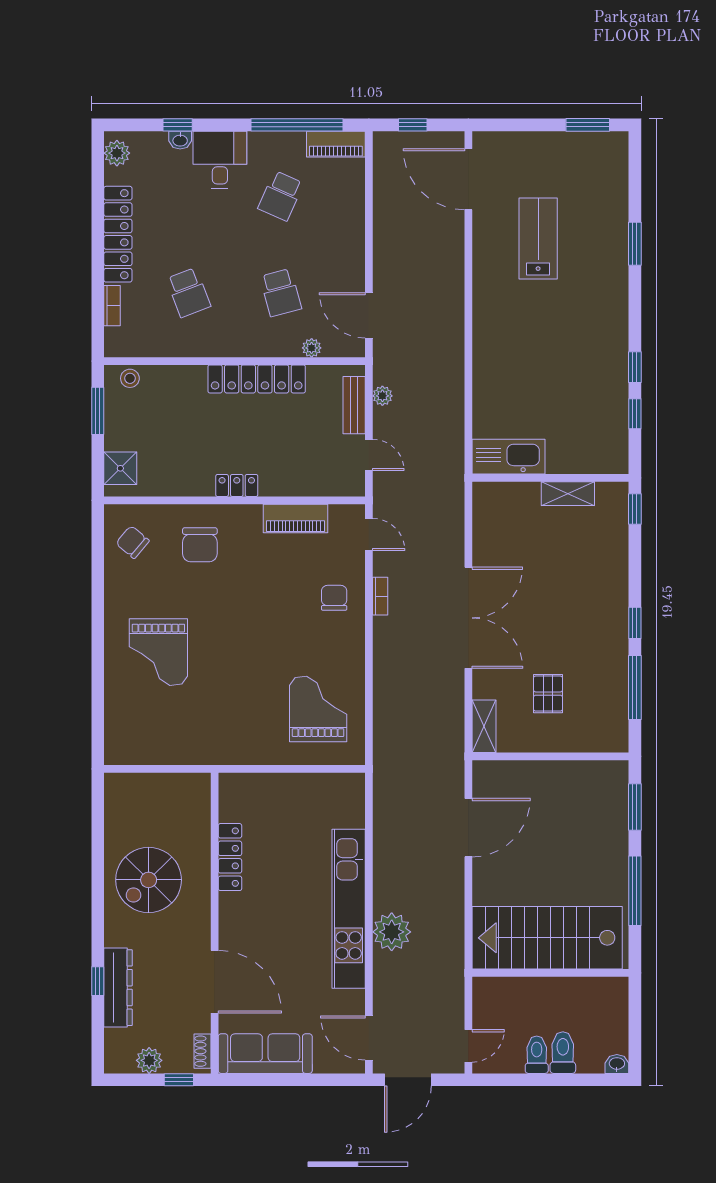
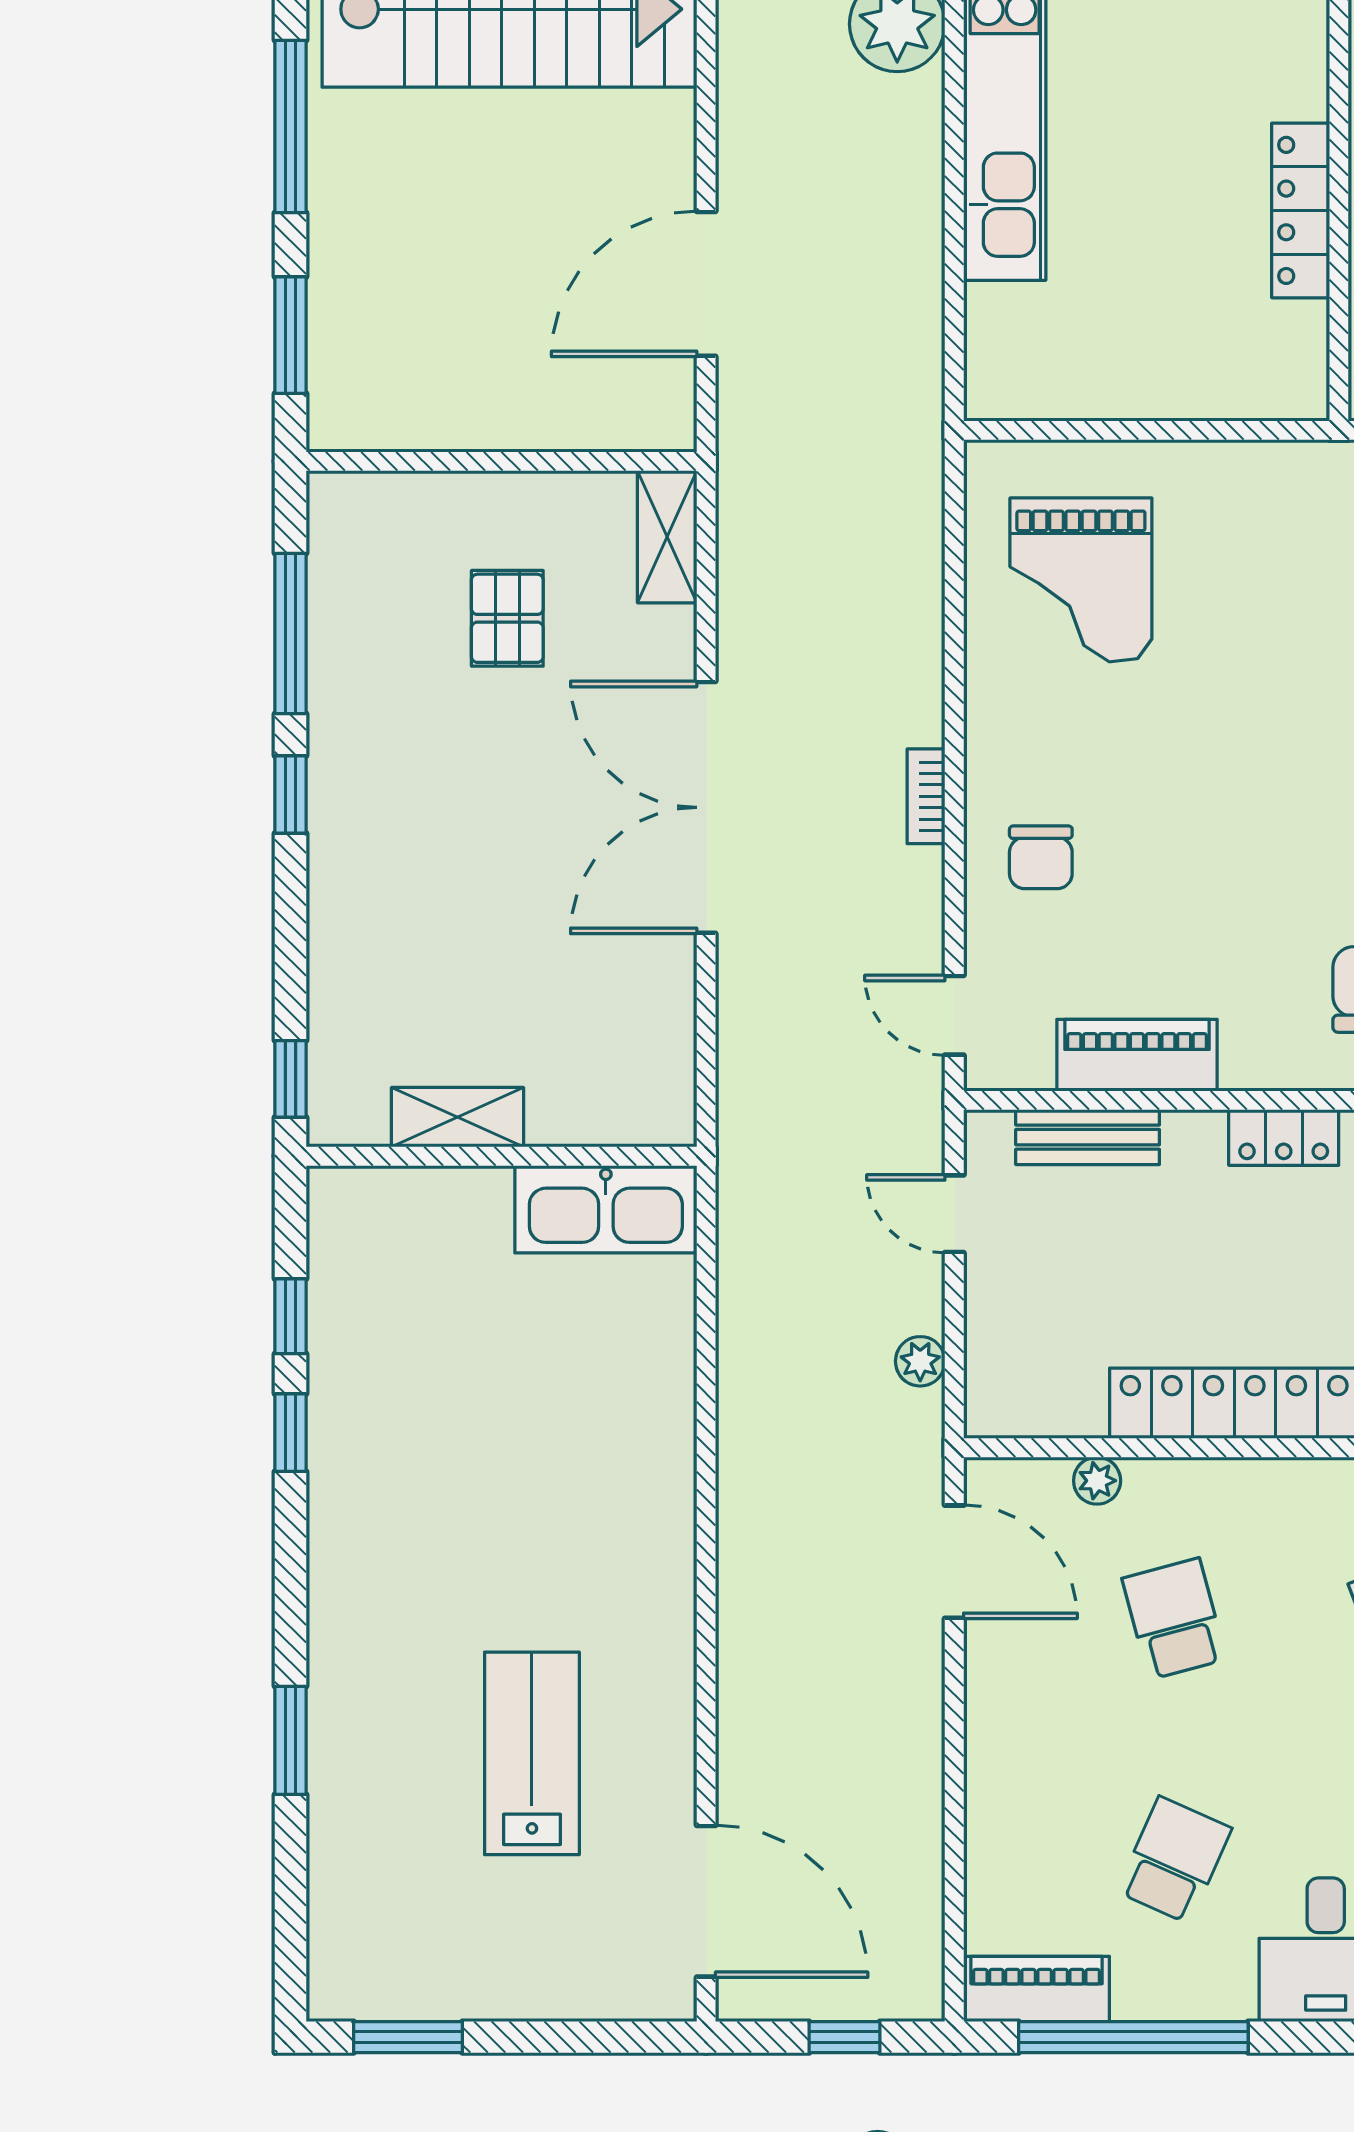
lab bench: (538, 239) -> (532, 1753), turned 180
bench: (354, 405) -> (1088, 1137), moved, turned 90
bookcase: (380, 596) -> (926, 796), moved

